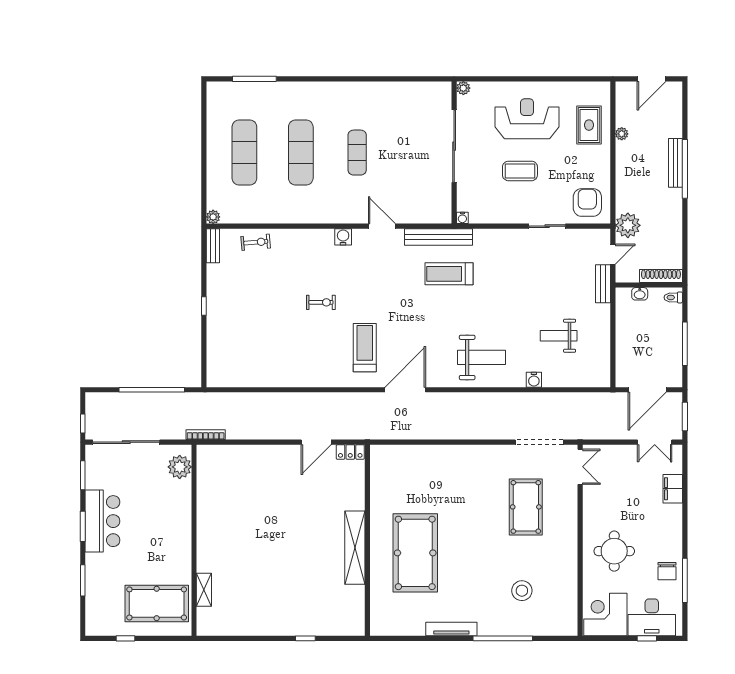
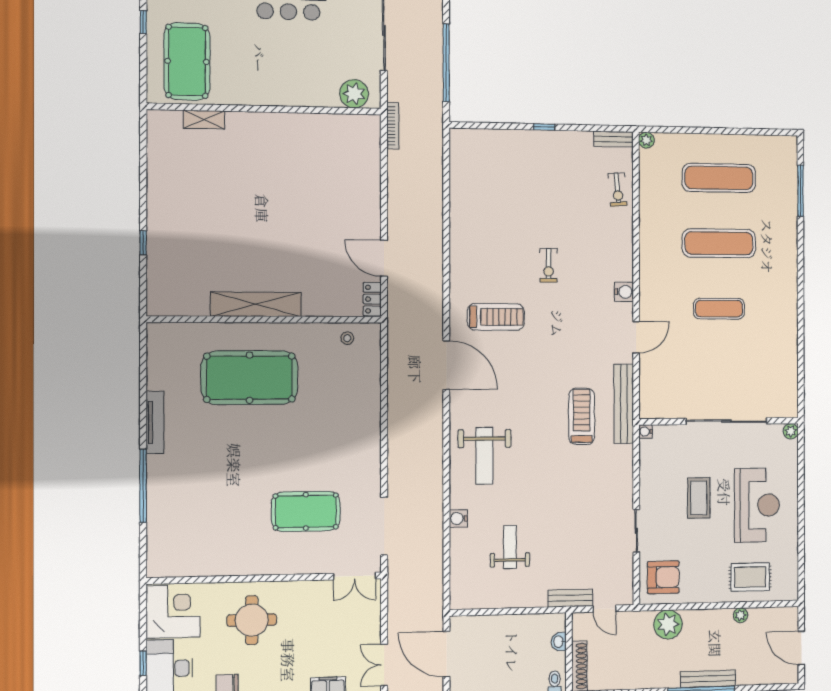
plant: (628, 225) -> (668, 624), moved
stool: (522, 591) -> (347, 338), moved, width x0.53, depth x0.53

